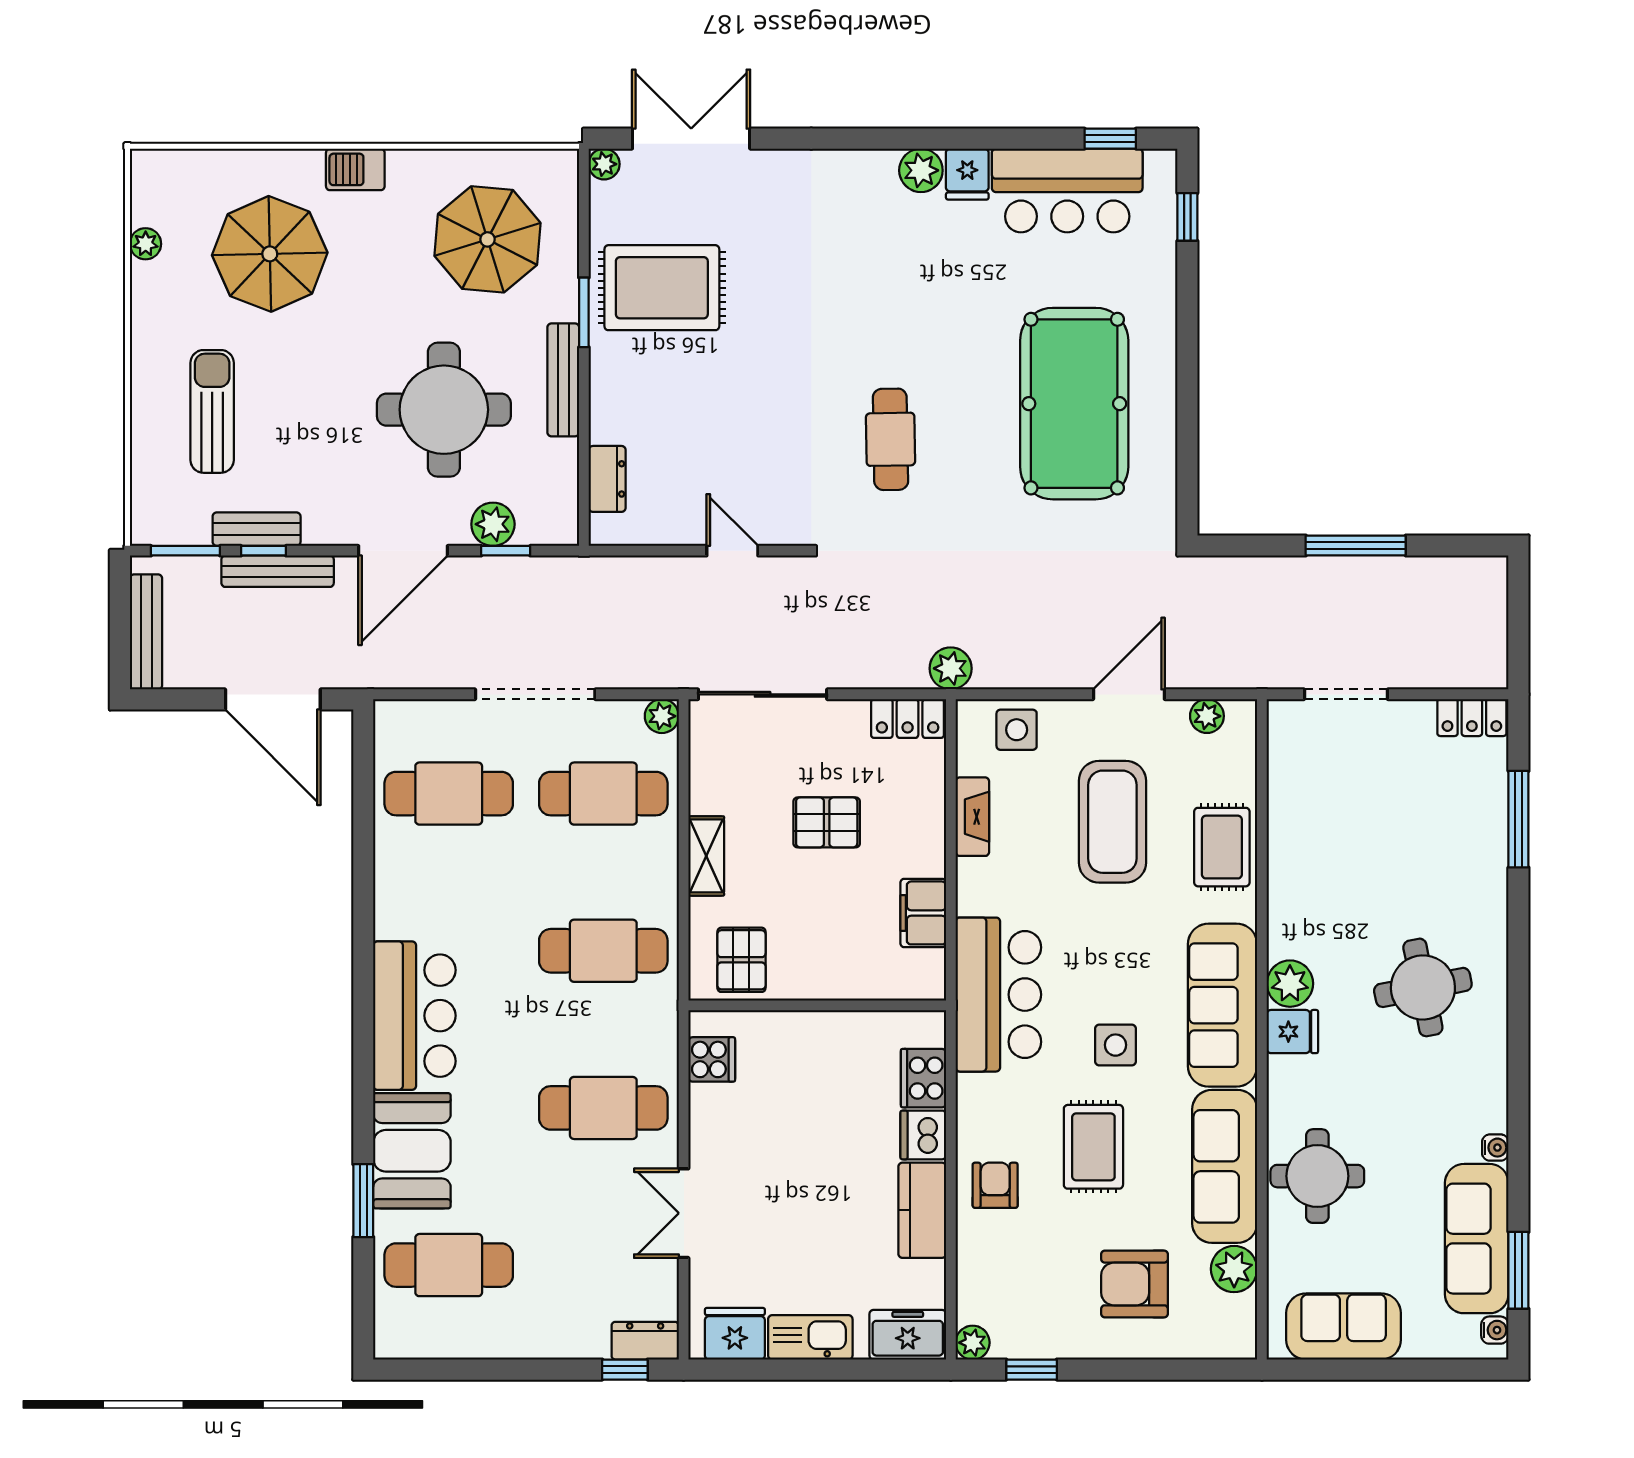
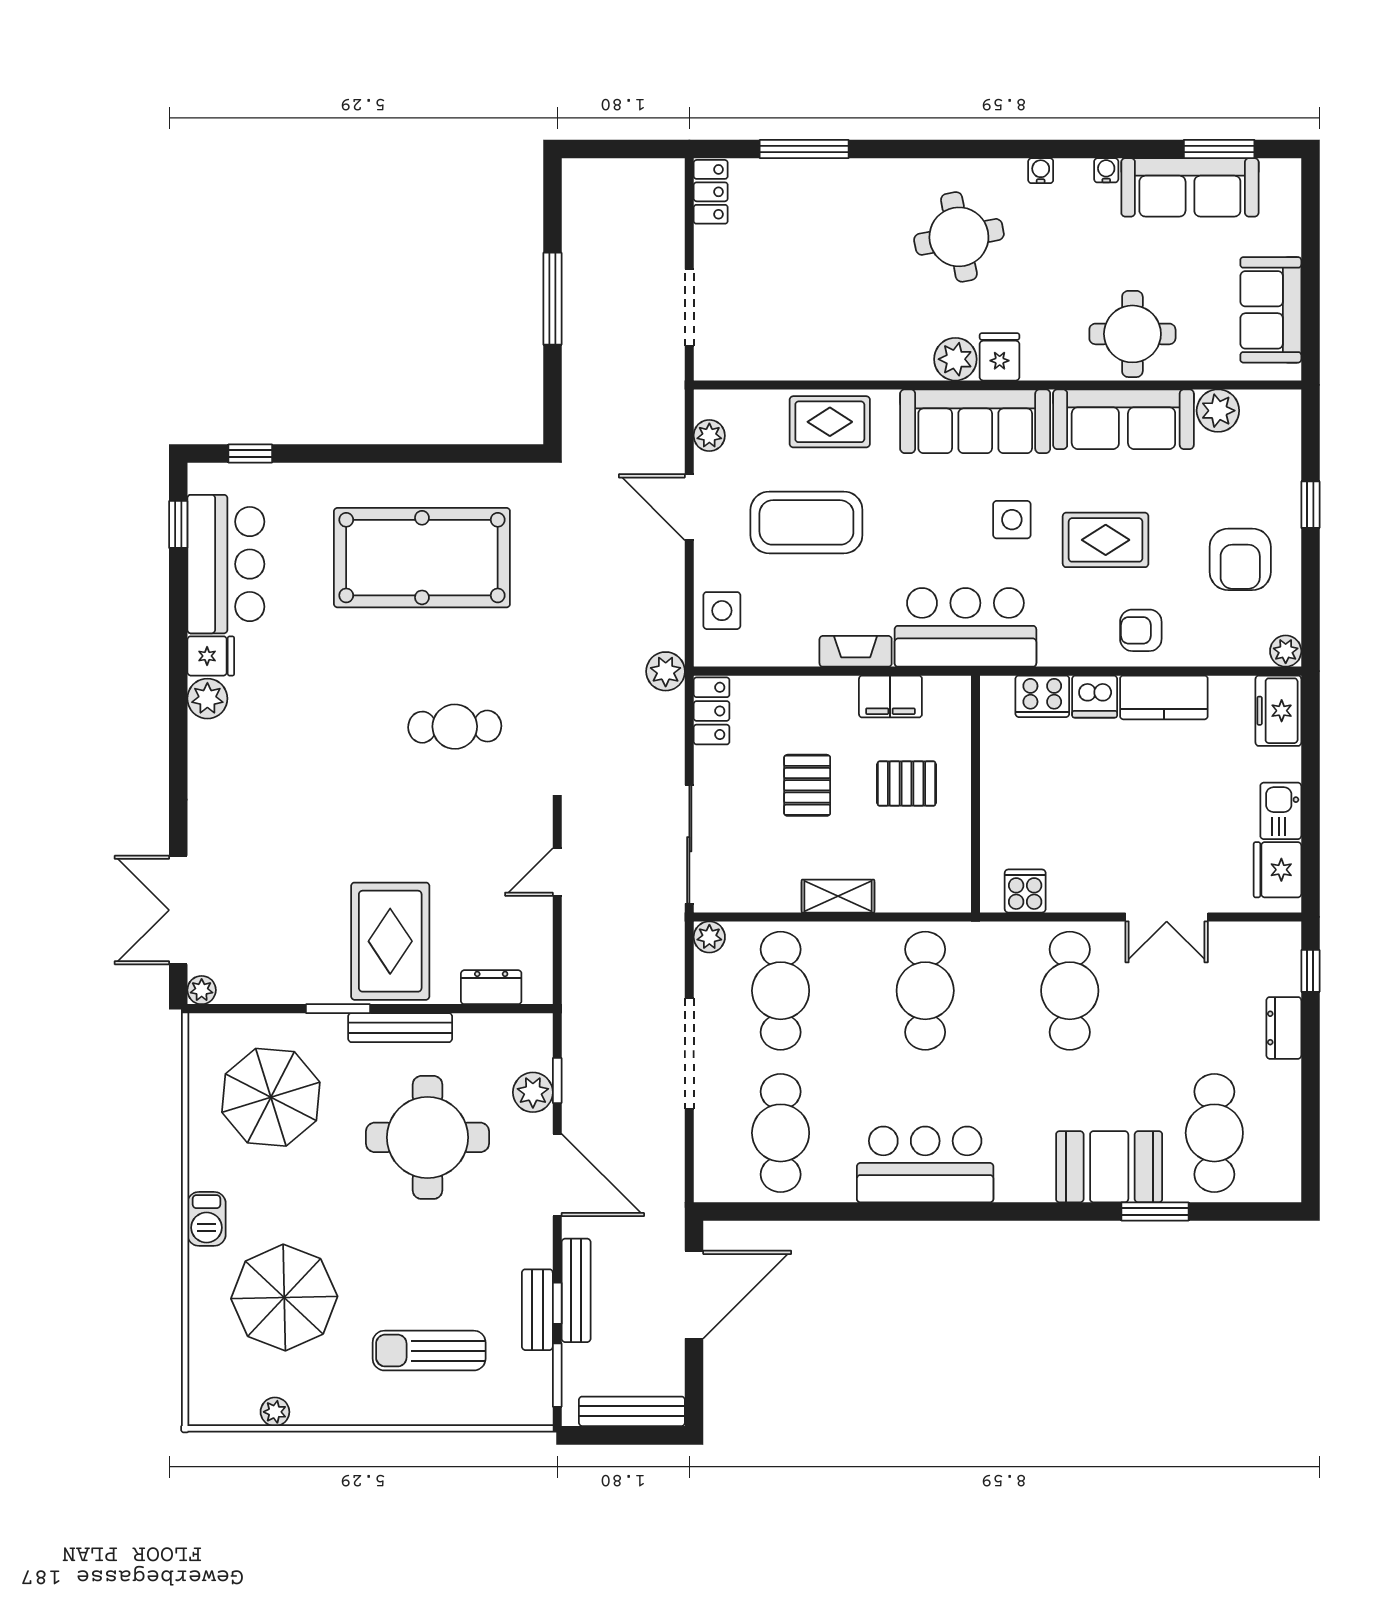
rug: (662, 288) -> (390, 941), moved
fireplace: (972, 817) -> (856, 651), moved
pallet: (741, 960) -> (907, 784), moved
bar counter: (414, 1016) -> (925, 1164), moved
armchair: (1134, 1284) -> (1240, 559), moved
water cooler: (1495, 1330) -> (1041, 171), moved
kitchen sink: (810, 1337) -> (1281, 811), width x0.73
dresser: (645, 1341) -> (1284, 1028), moved
window: (1032, 1370) -> (1310, 505), moved

